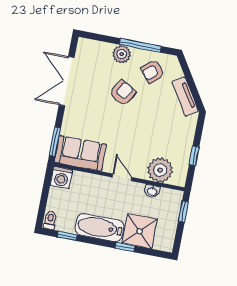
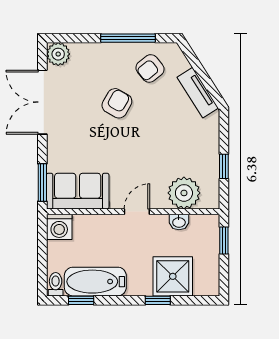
plant: (122, 54) -> (58, 54), moved
door: (122, 177) -> (137, 212), hinge flipped
bathtub: (100, 228) -> (95, 282), moved

